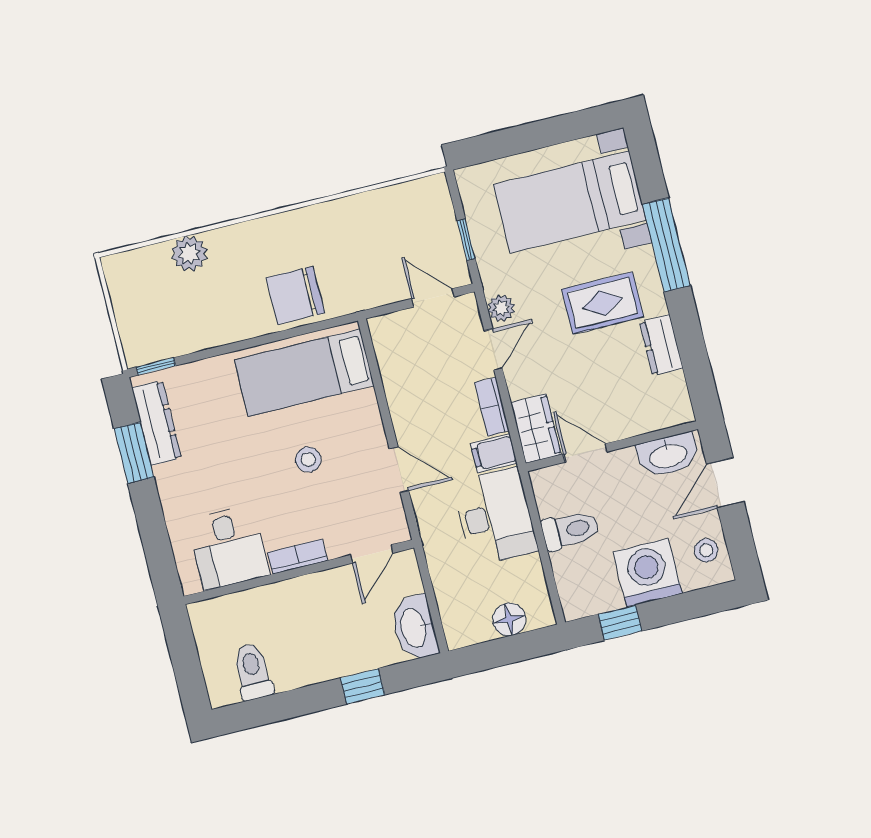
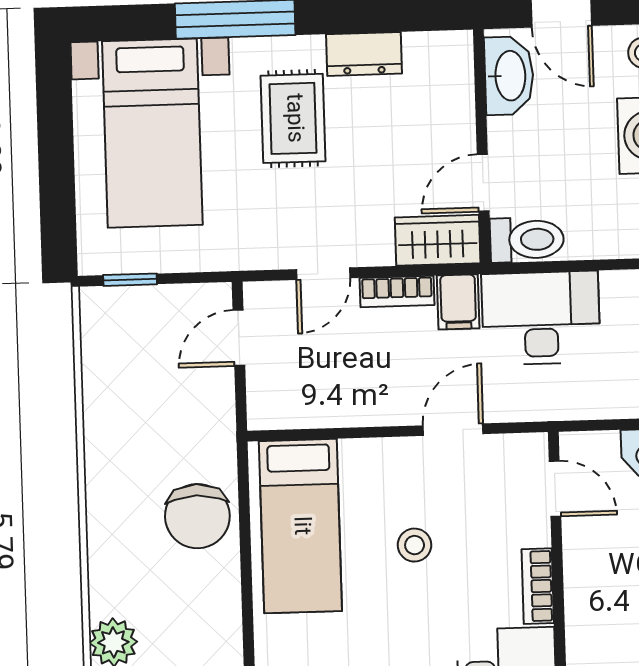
window: (466, 240) -> (130, 280), moved
plant: (501, 308) -> (271, 252), removed
door: (493, 350) -> (323, 274), swing flipped
toilet: (570, 530) -> (527, 240), moved, turned 90

